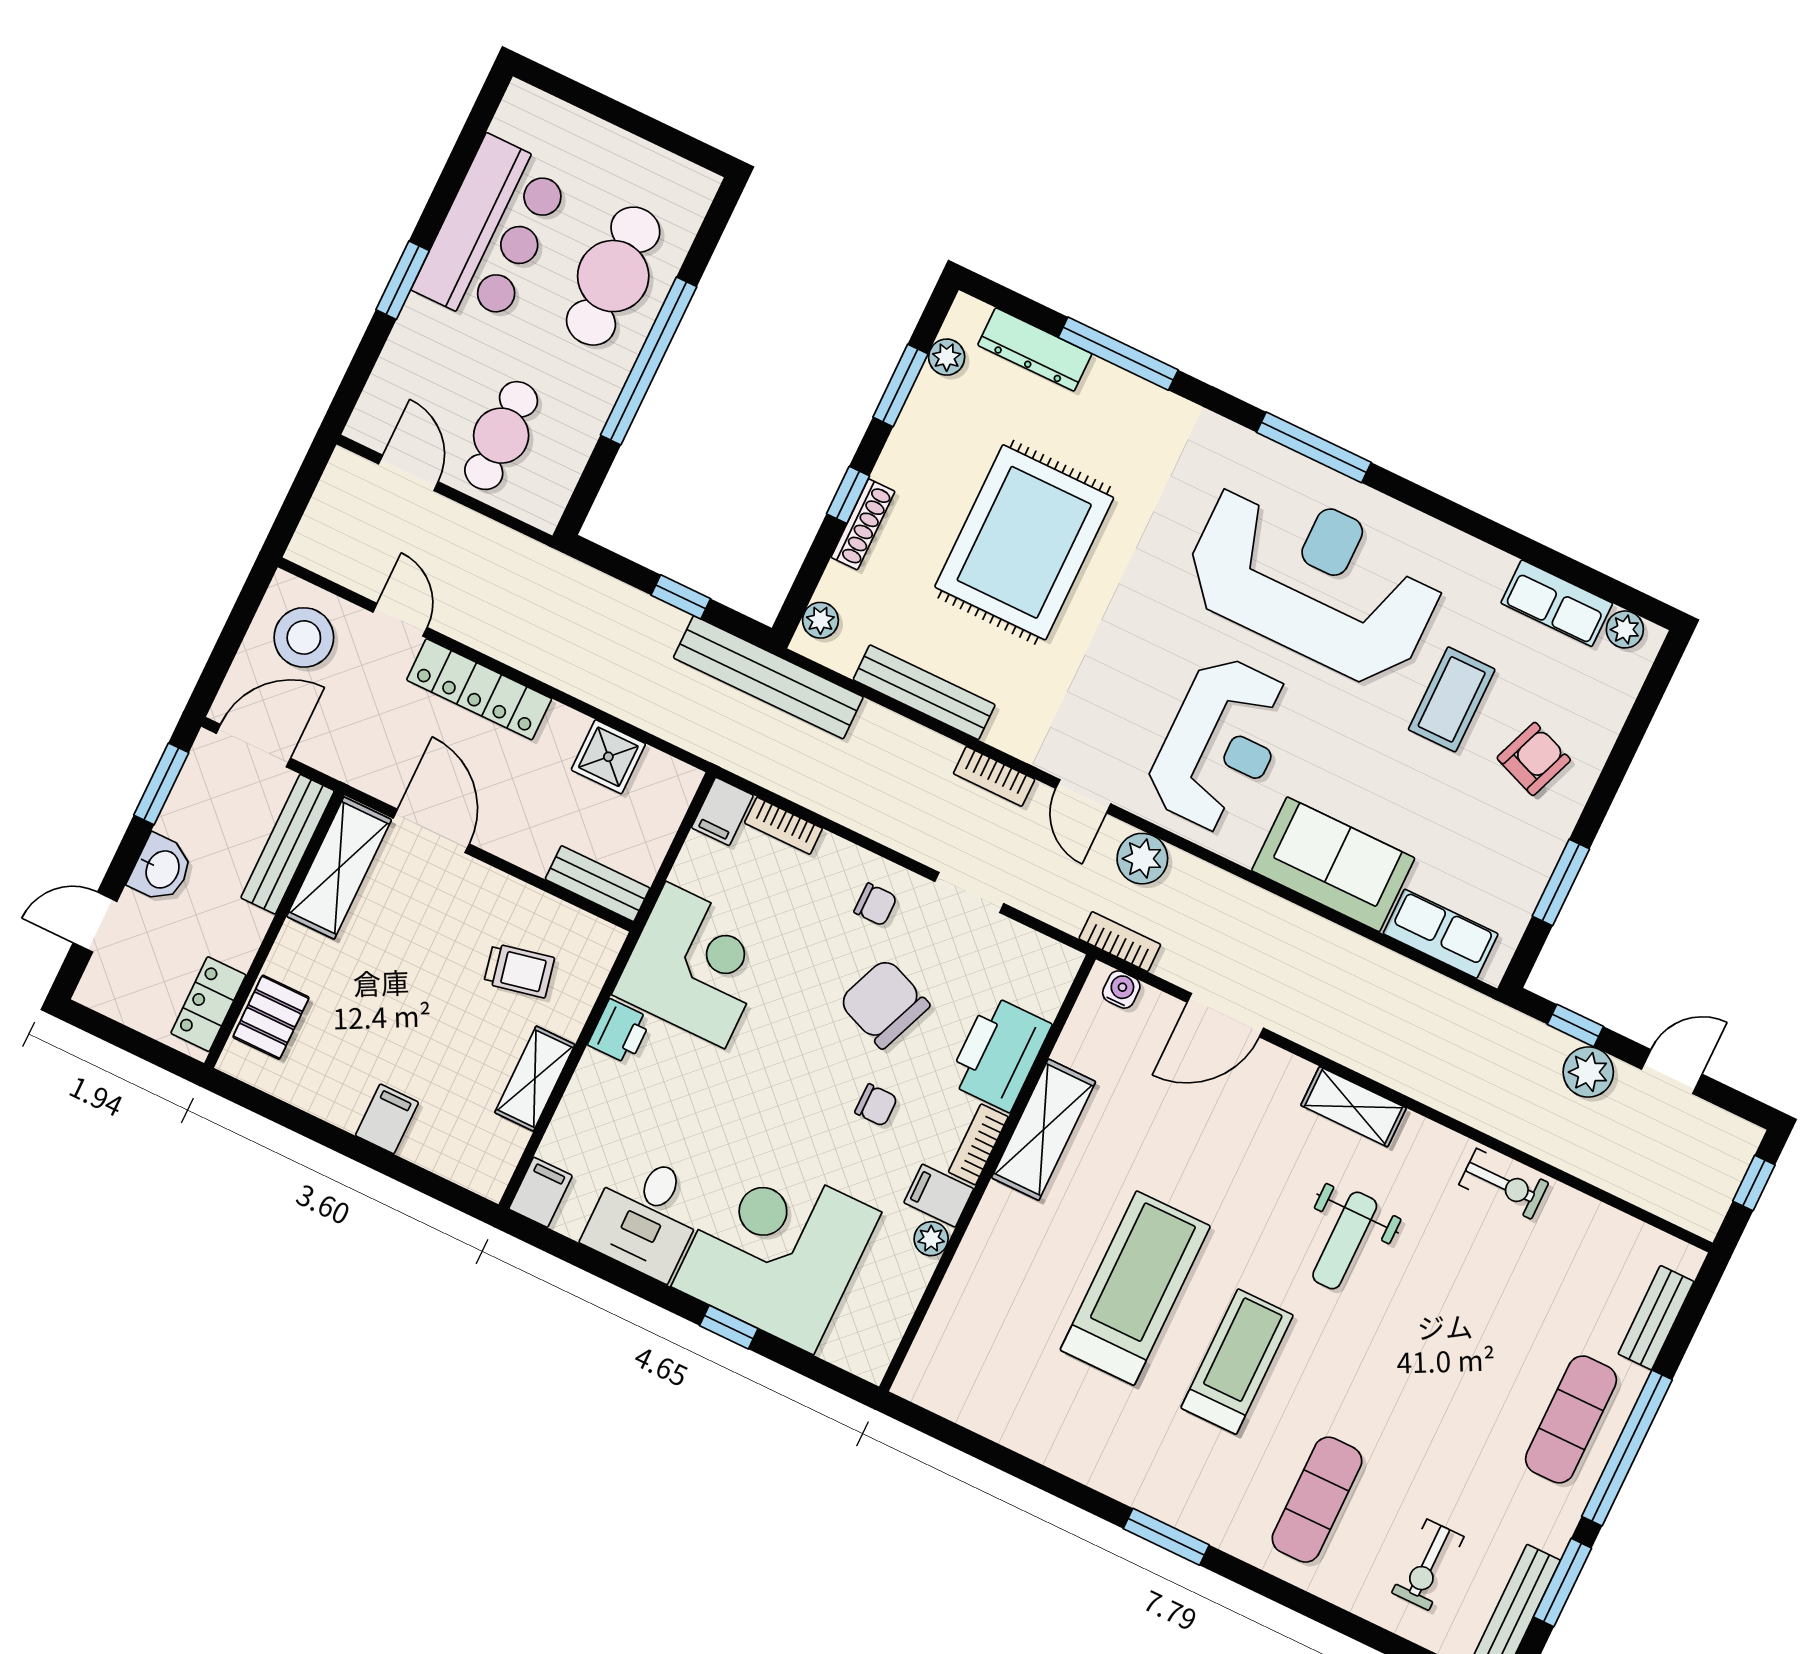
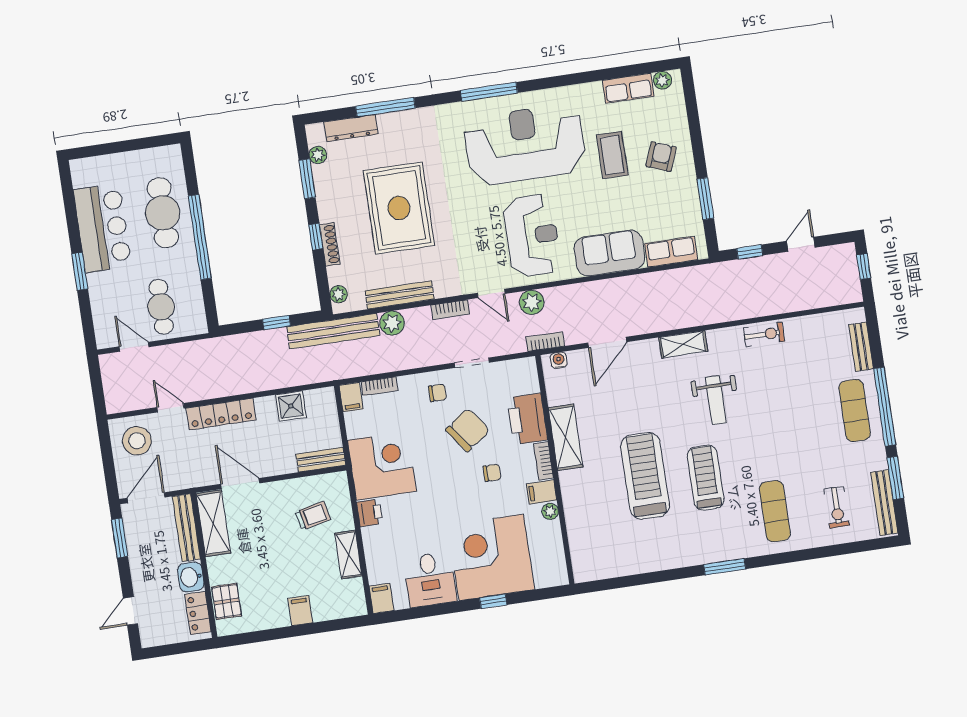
washbasin: (161, 869) -> (191, 577), moved, turned 180
chair: (884, 1003) -> (468, 430), turned 122
plant: (1588, 1072) -> (392, 323), moved

